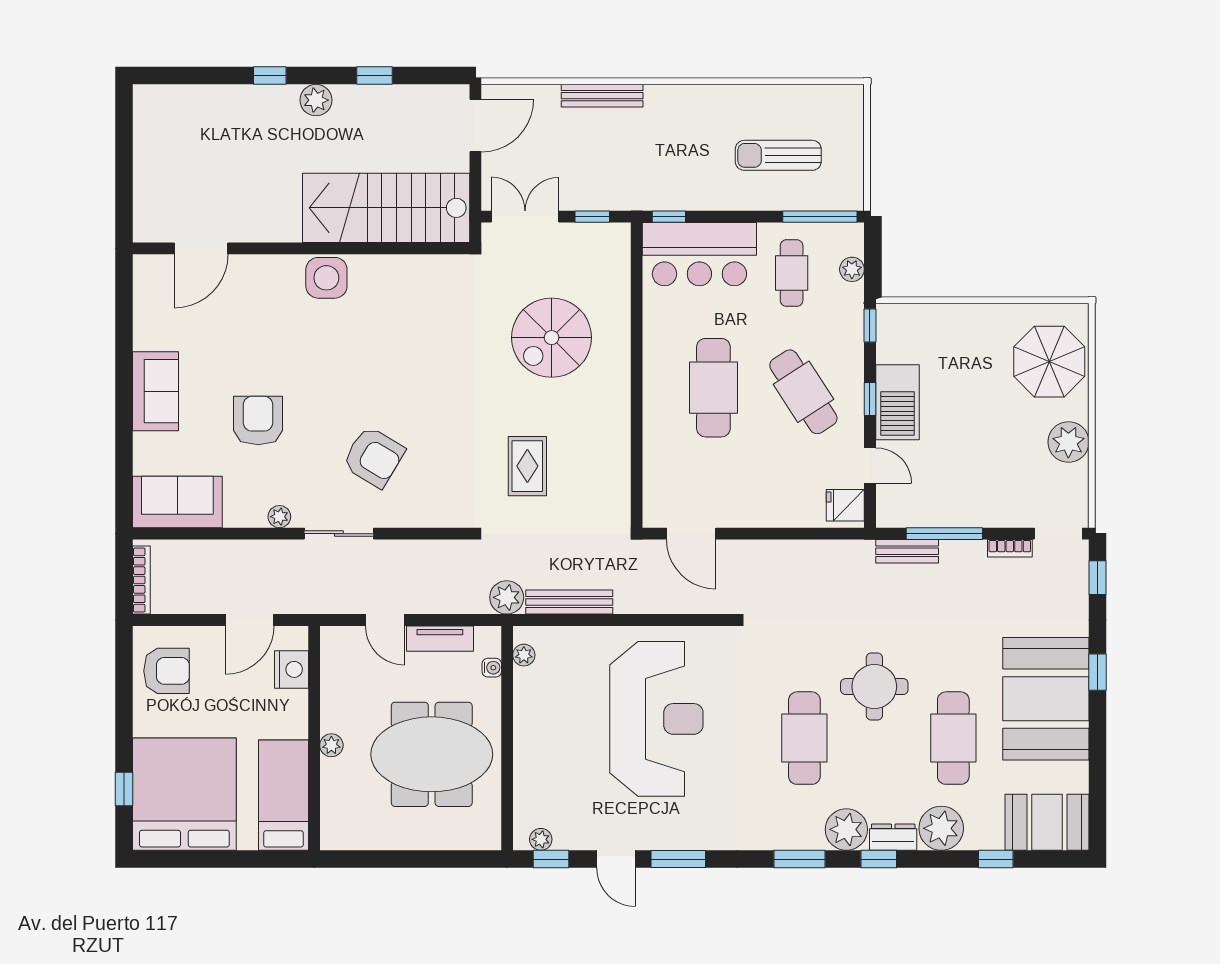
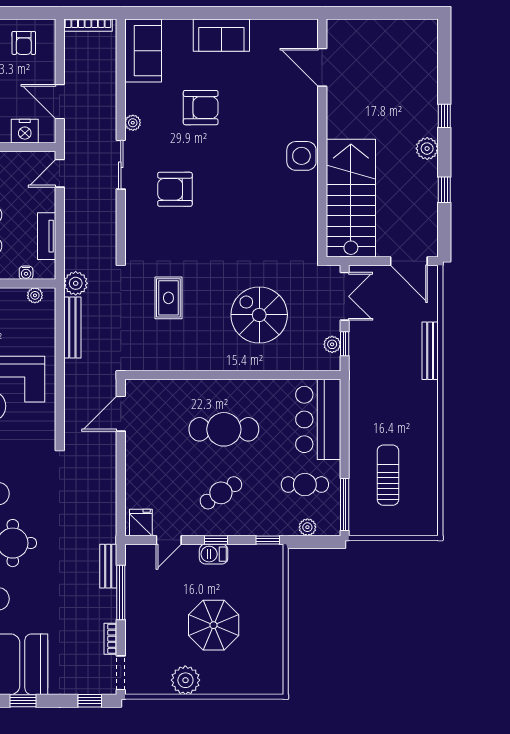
window: (669, 217) -> (345, 398), removed
plant: (593, 234) -> (332, 344), added
parasol: (1049, 362) -> (214, 625), moved
cafe table: (803, 392) -> (221, 493), width x0.73, depth x0.74
barbecue: (897, 402) -> (214, 554), width x0.53, depth x0.65
armchair: (374, 457) -> (175, 189), turned 59
rug: (527, 466) -> (168, 298), turned 90
door: (385, 620) -> (60, 173), moved
armchair: (167, 671) -> (24, 43), width x0.72, depth x0.72

